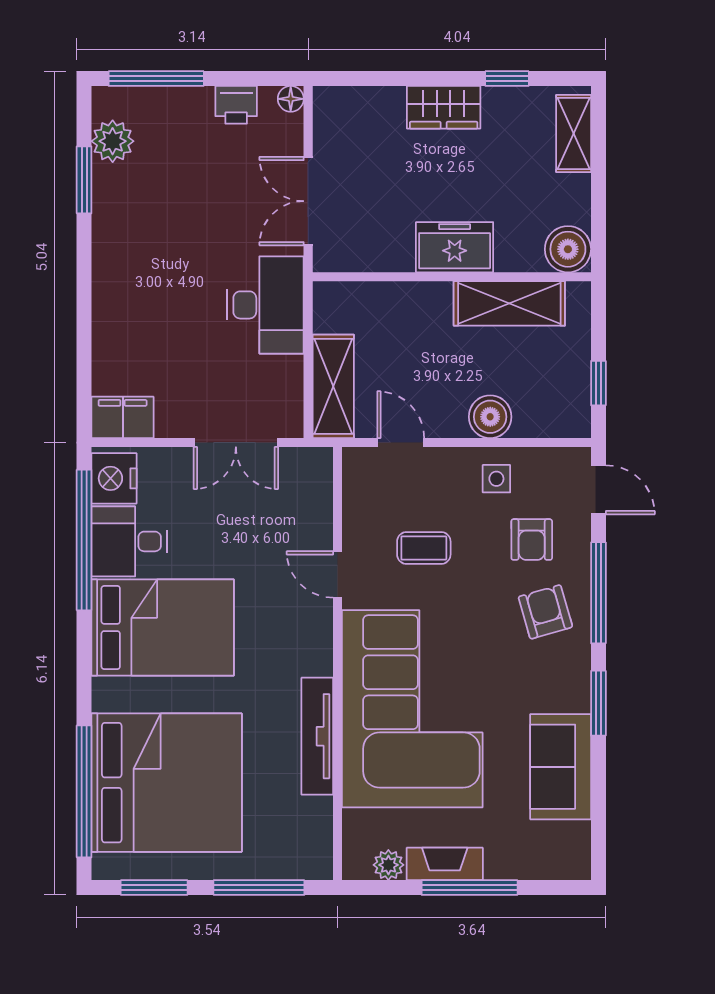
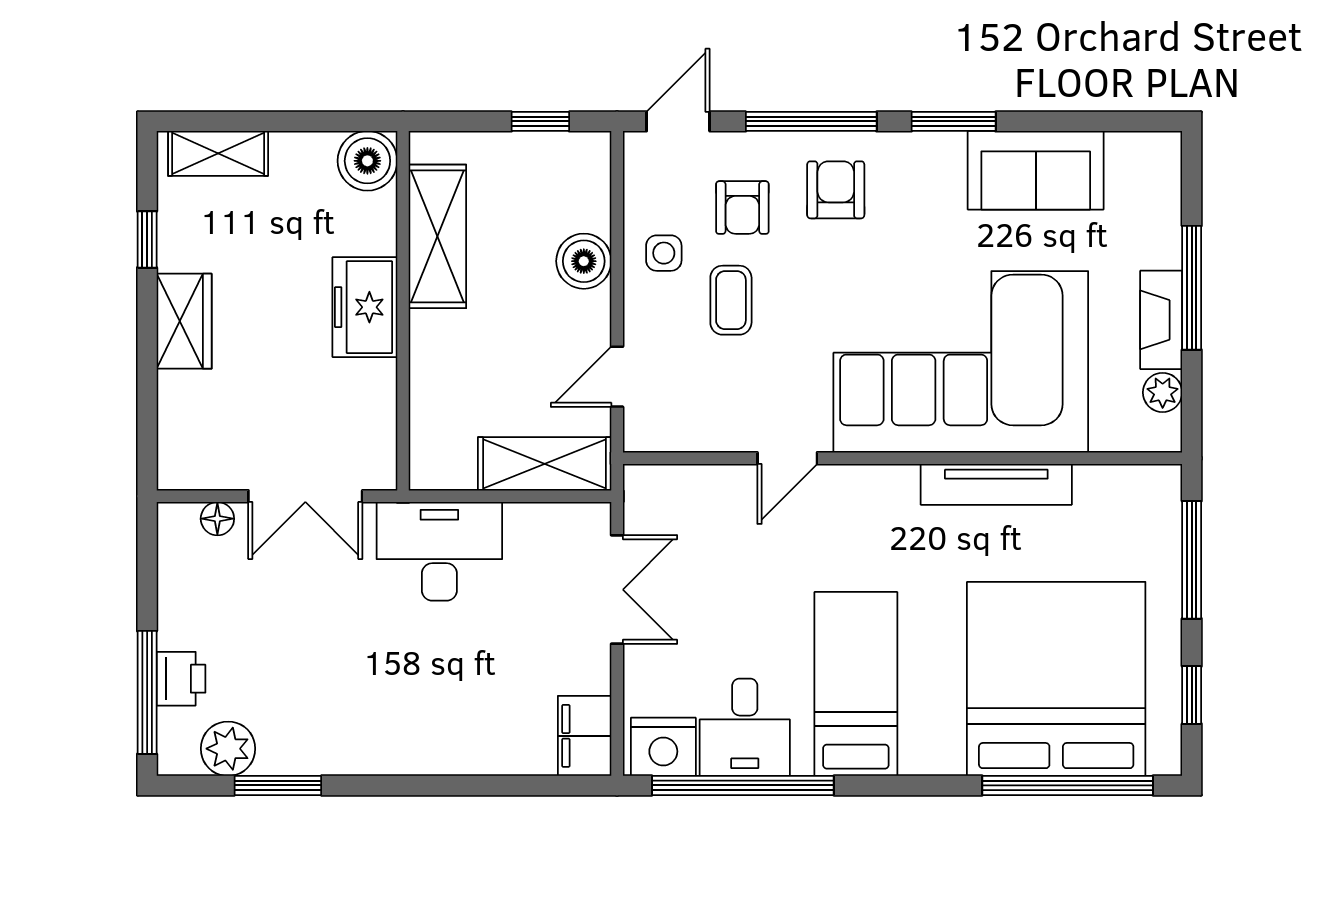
floor lamp: (291, 99) -> (217, 519), moved
printer: (236, 105) -> (181, 679), moved
armchair: (532, 540) -> (742, 208), turned 90
coffee table: (424, 548) -> (731, 300), moved
armchair: (545, 612) -> (836, 190), turned 106
bed: (163, 627) -> (856, 684), width x0.67
window: (154, 888) -> (1192, 695), width x0.67

